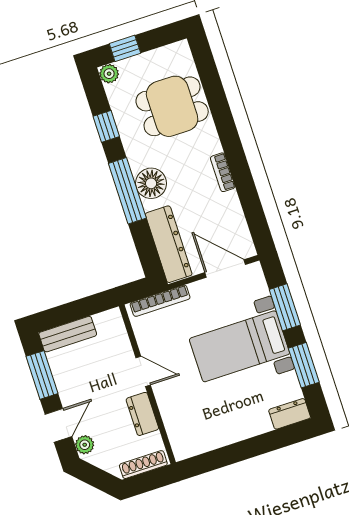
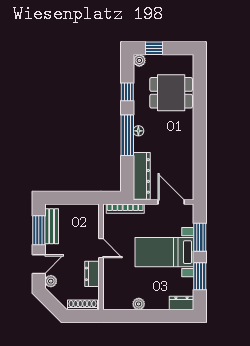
bookcase: (223, 172) -> (189, 143), removed
floor lamp: (151, 183) -> (138, 131), width x0.53, depth x0.53
bench: (68, 334) -> (52, 226), moved, turned 90
plant: (226, 436) -> (139, 304), added

